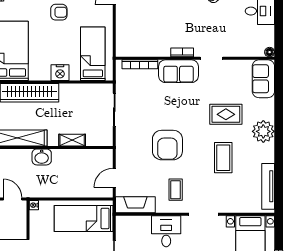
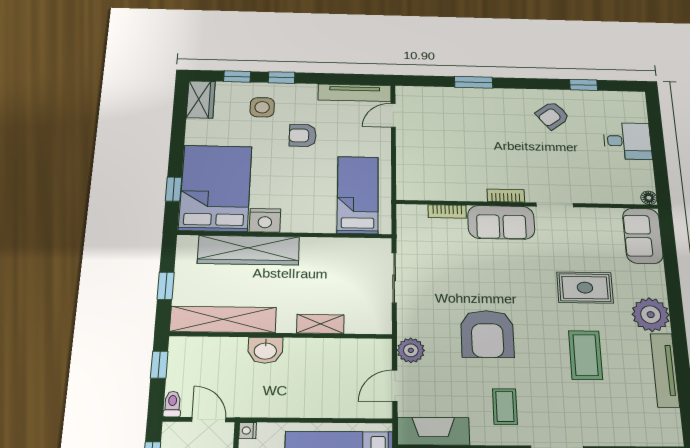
armchair: (59, 12) -> (303, 136), turned 180
bookcase: (140, 64) -> (447, 211), width x0.64
nightstand: (60, 73) -> (265, 220), moved
plant: (124, 156) -> (411, 350), added
tv unit: (268, 186) -> (665, 370), moved

